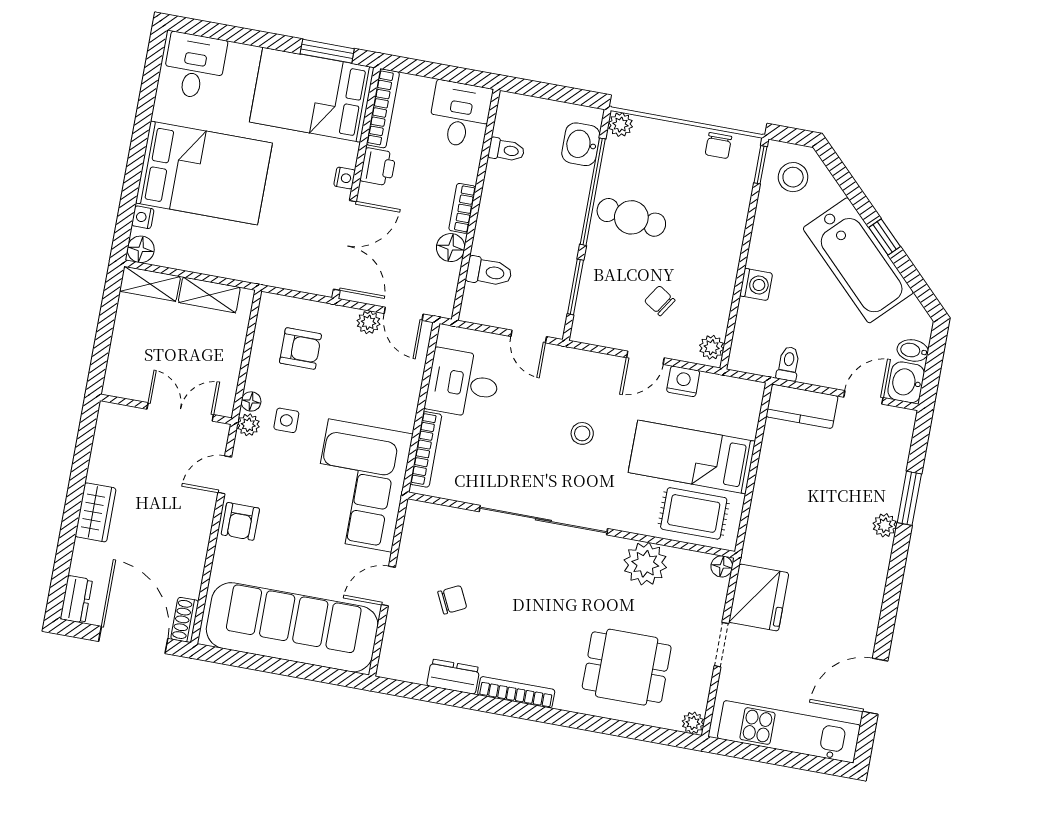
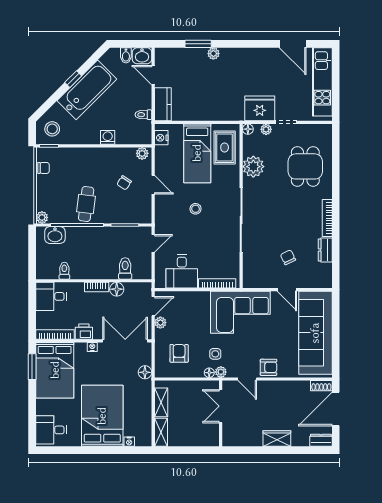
floor lamp: (141, 249) -> (145, 372), moved
nightstand: (683, 381) -> (161, 138), moved
plant: (693, 723) -> (266, 129), moved

